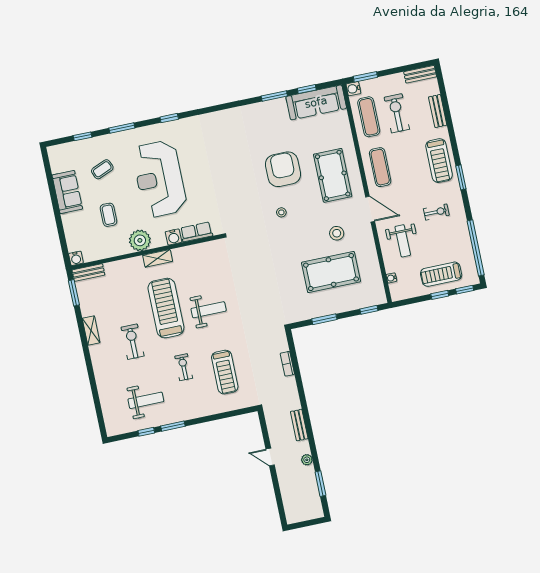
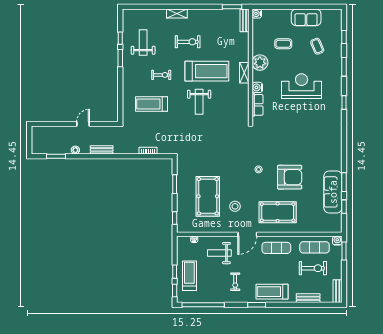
sofa: (316, 102) -> (333, 192), moved
reception desk: (159, 179) -> (302, 86), width x0.74, depth x0.77
shelving: (91, 330) -> (177, 13), moved
weight bench: (146, 400) -> (143, 42), turned 180

